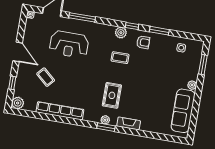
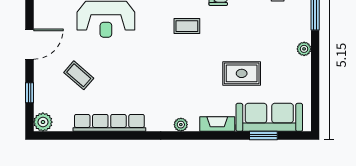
door: (18, 52) -> (29, 44), hinge flipped
rug: (112, 95) -> (242, 73), moved, turned 90
sofa: (183, 111) -> (269, 117), moved, turned 90
window: (106, 127) -> (263, 136), moved

